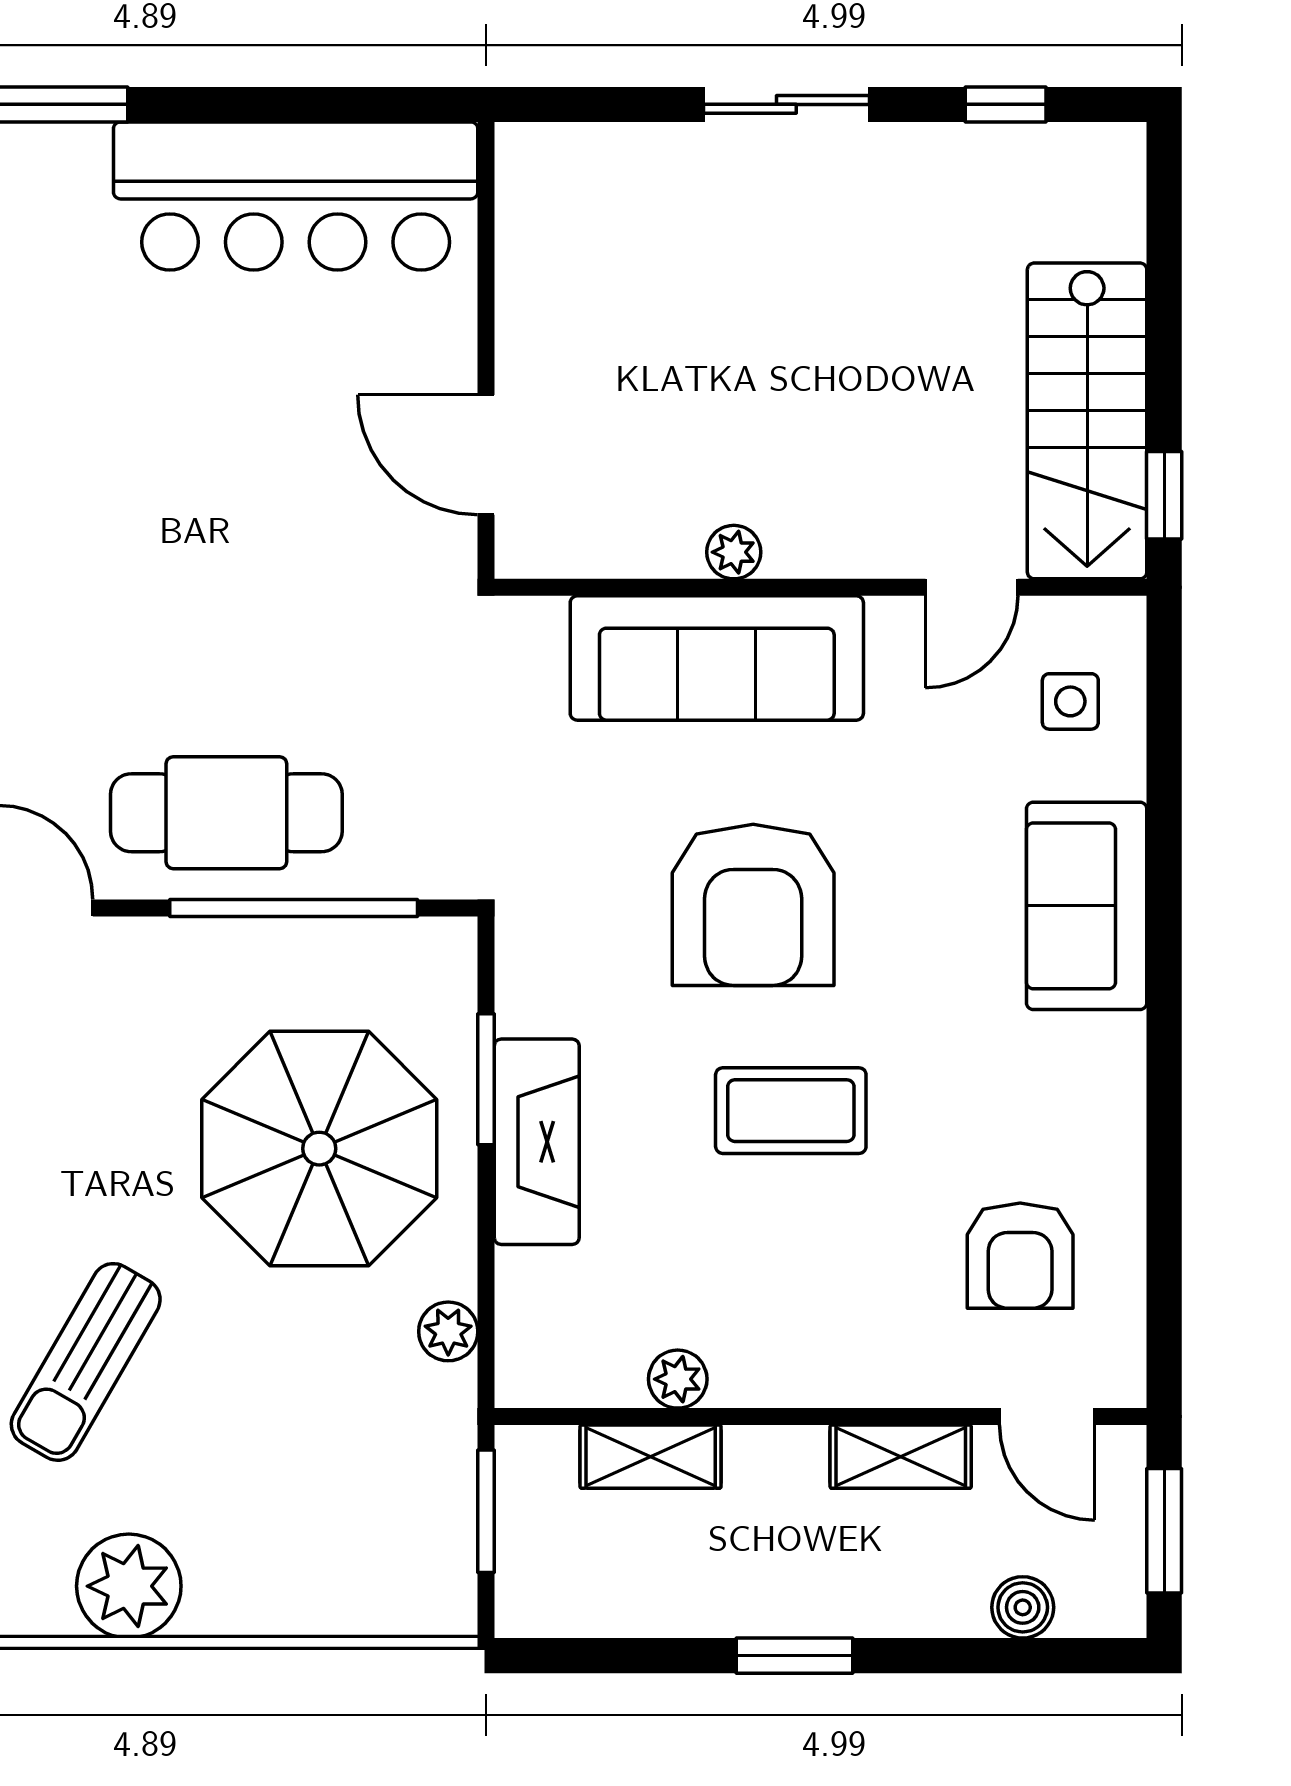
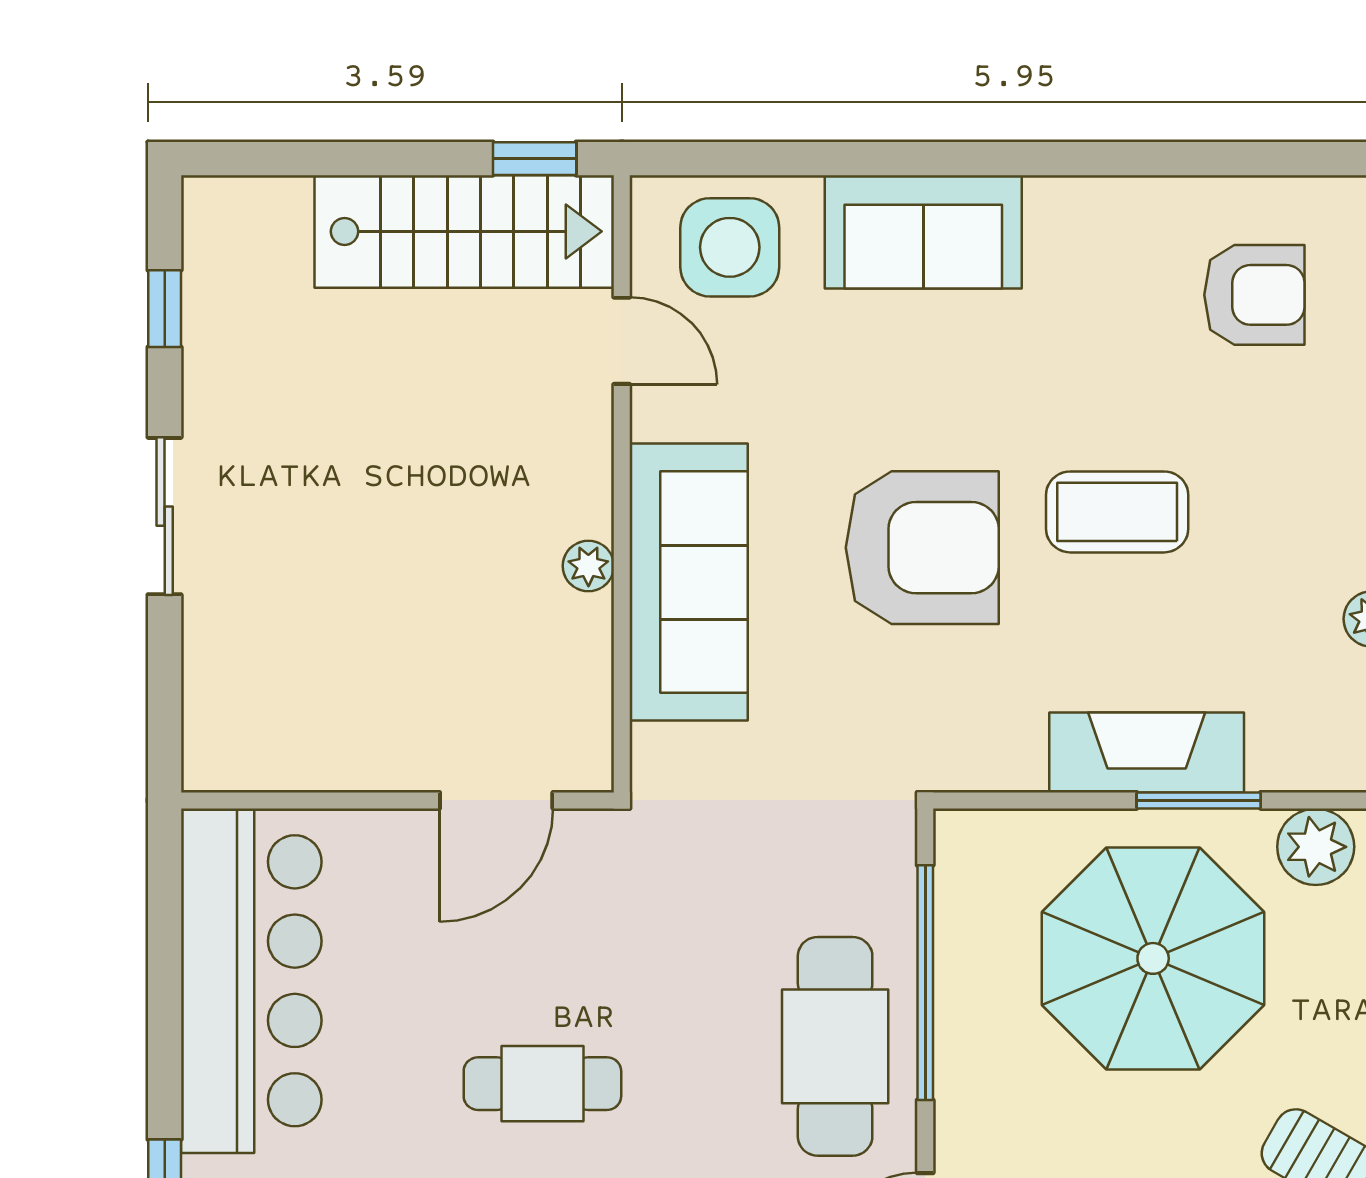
cafe table: (187, 504) -> (542, 1084), added
side table: (1070, 701) -> (730, 247), width x1.87, depth x1.87
window: (486, 1079) -> (1199, 800), moved
coffee table: (791, 1111) -> (1117, 512), turned 90
plant: (448, 1331) -> (1316, 847), width x1.38, depth x1.38

